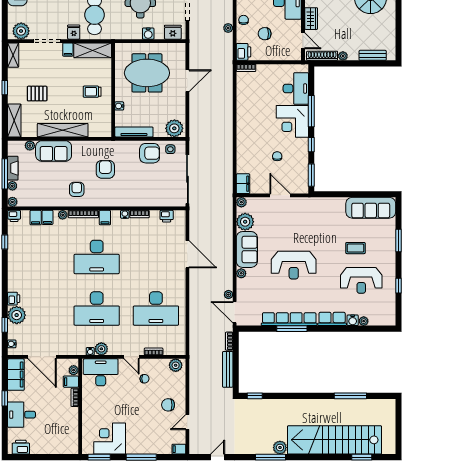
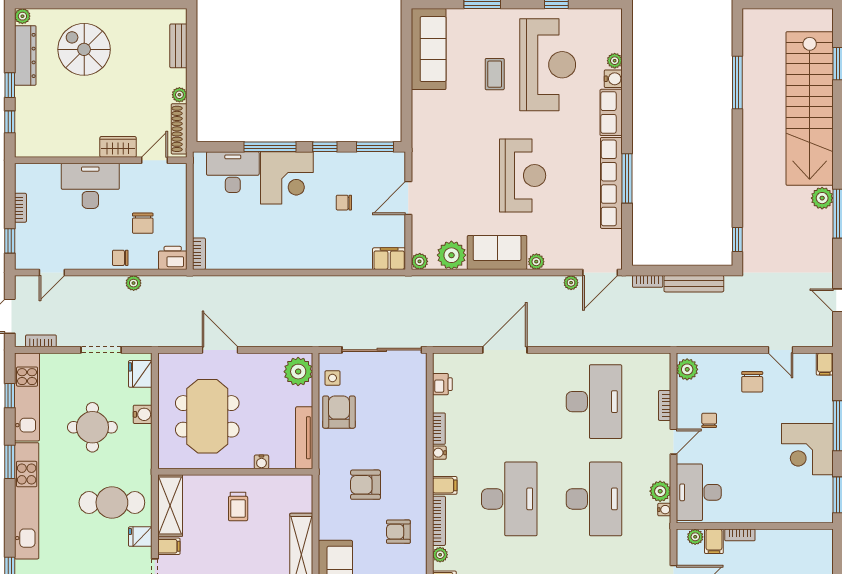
reception desk: (361, 280) -> (548, 65), width x1.36, depth x1.30
corner desk: (110, 439) -> (807, 449), moved

